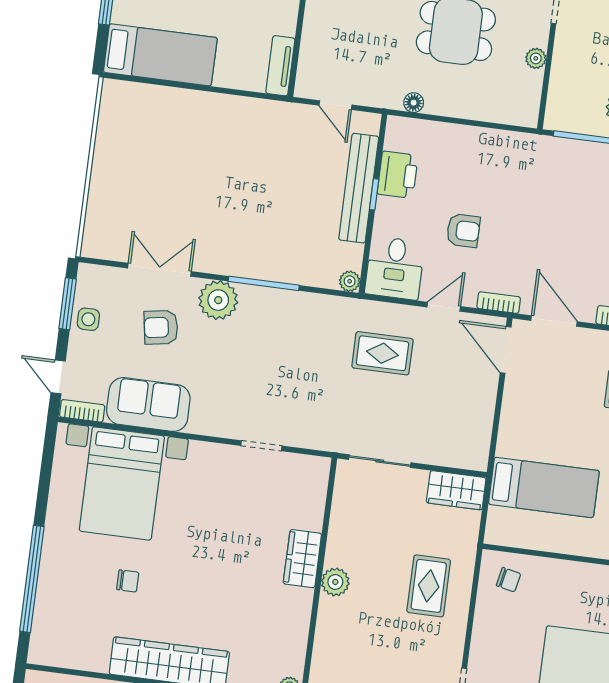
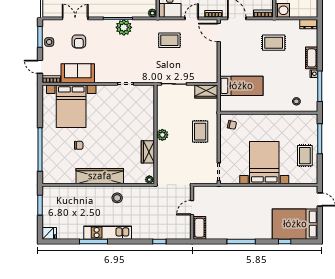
plant: (218, 300) -> (124, 27), moved
armchair: (161, 327) -> (79, 41), turned -81
wardrobe: (302, 559) -> (148, 152), moved

